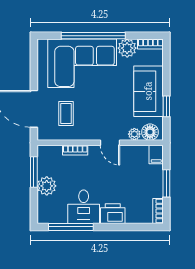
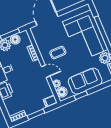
coffee table: (66, 114) -> (58, 53), moved
door: (110, 143) -> (46, 71), swing flipped
floor lamp: (45, 168) -> (15, 39), added

